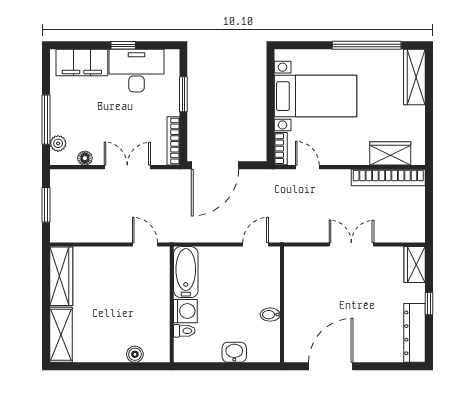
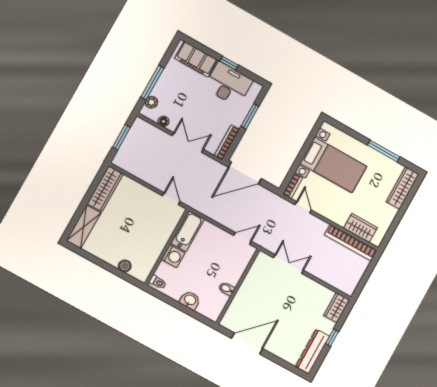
window: (367, 45) -> (384, 151), width x0.68
double door: (351, 244) -> (288, 264), moved
toilet: (184, 331) -> (158, 282), moved

